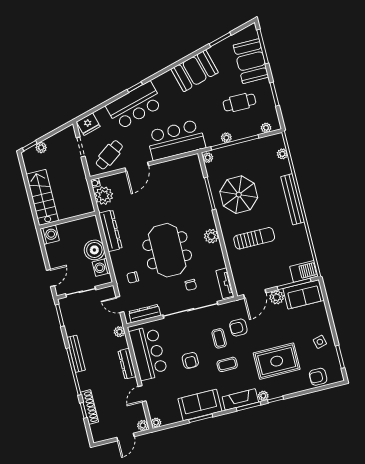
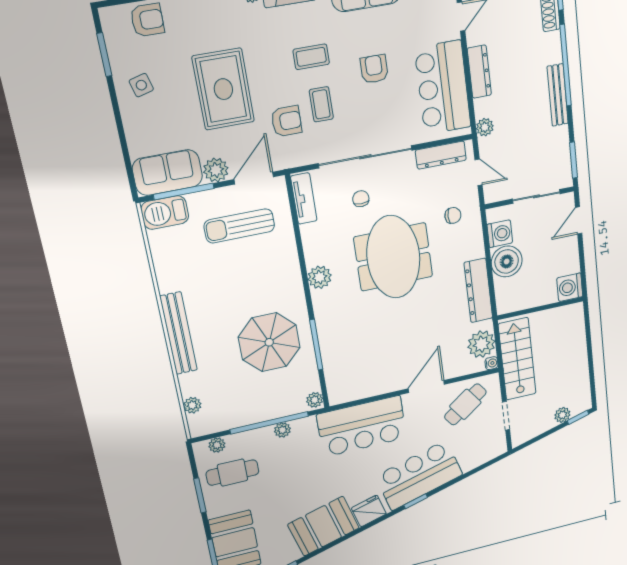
cafe table: (239, 102) -> (232, 473), moved
fridge: (88, 124) -> (369, 511), moved
stairs: (42, 197) -> (517, 359), moved, turned 180
sun lounger: (254, 238) -> (239, 226), moved
rug: (277, 361) -> (223, 89), moved, turned 90

